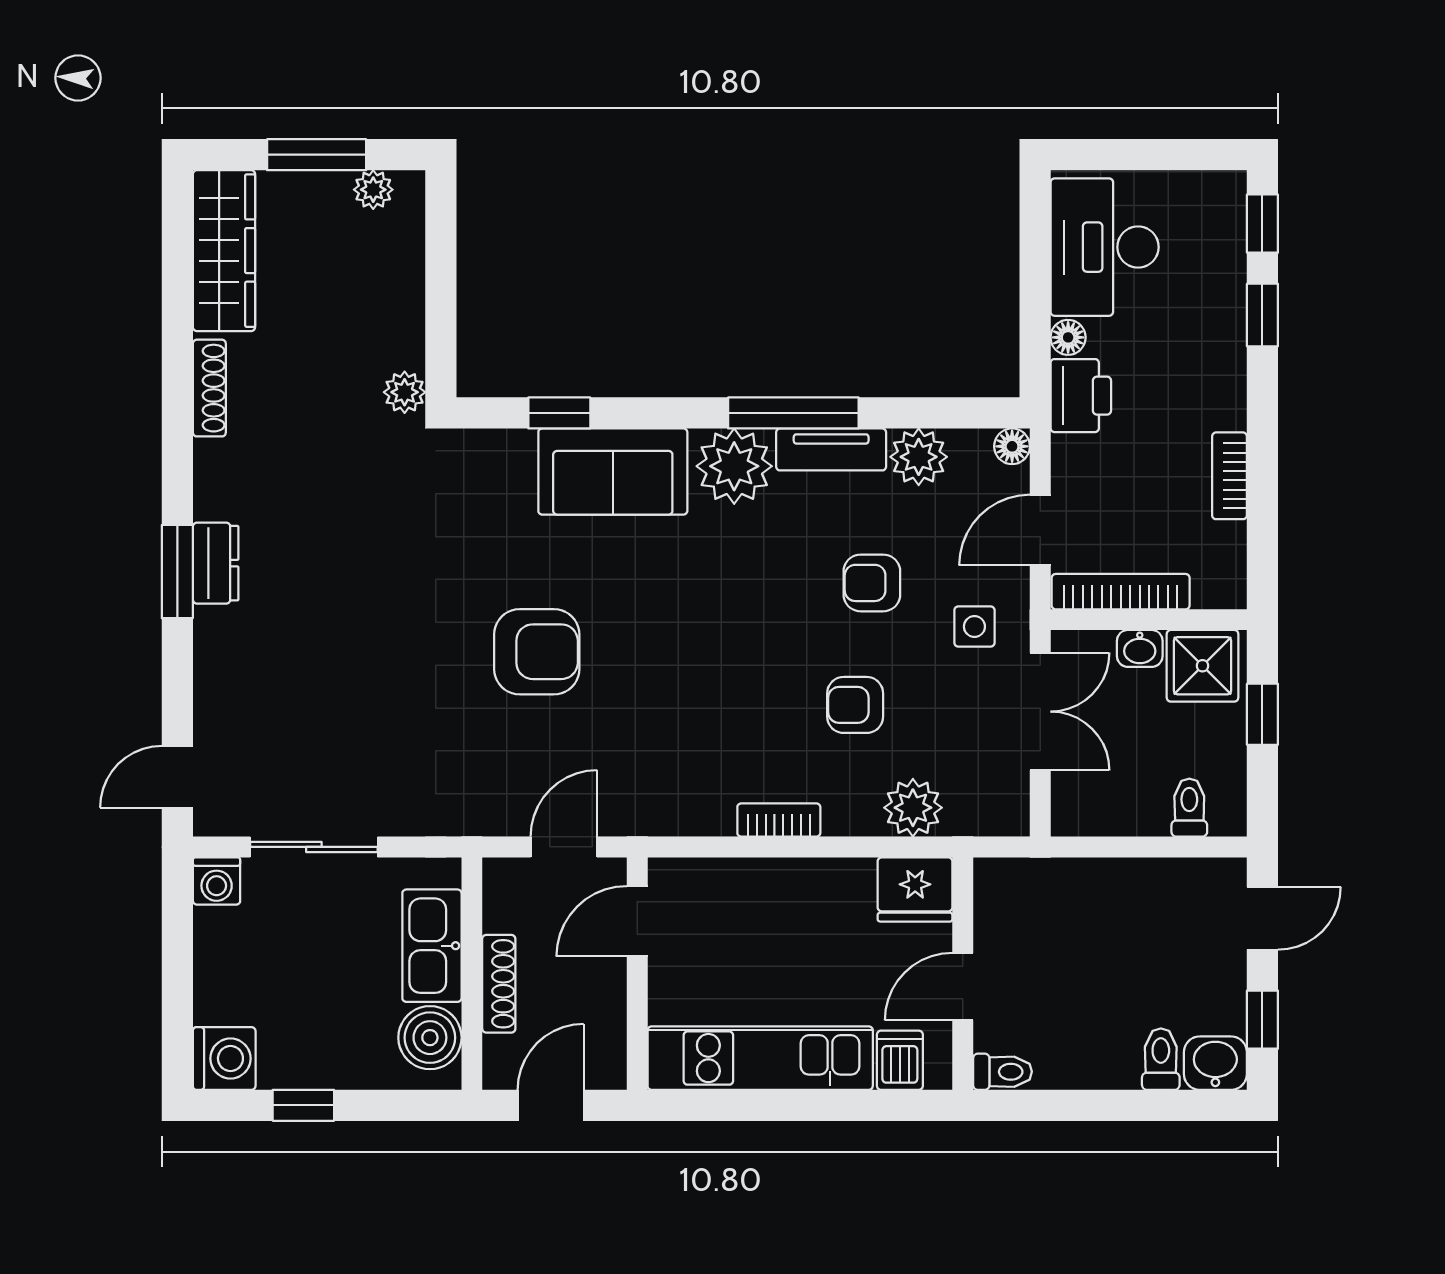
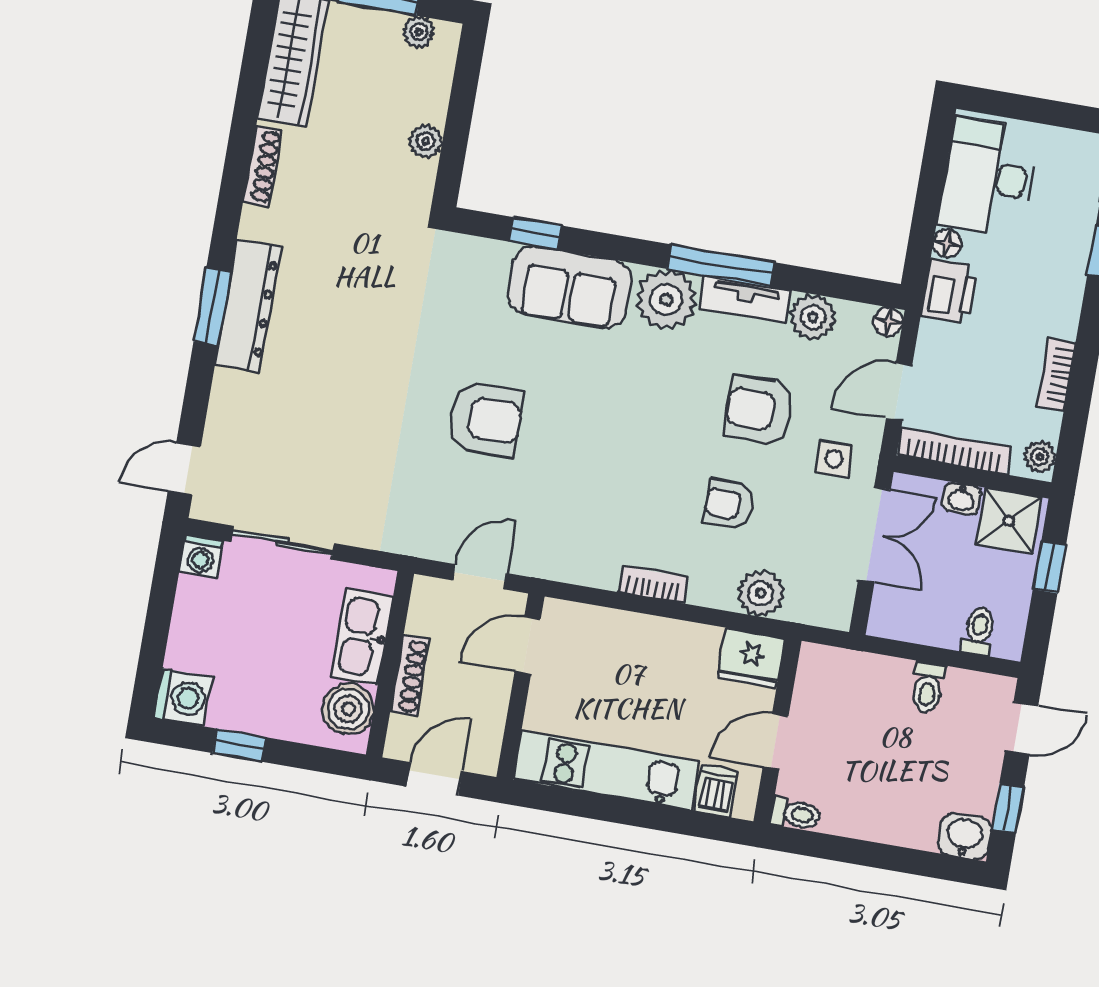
plant: (405, 392) -> (426, 141), moved
dresser: (216, 563) -> (248, 306), width x1.96, depth x1.24
plant: (1227, 580) -> (1040, 457), added
armchair: (872, 583) -> (759, 410), width x1.38, depth x1.38
toilet: (1161, 1059) -> (928, 687), moved, turned 180

